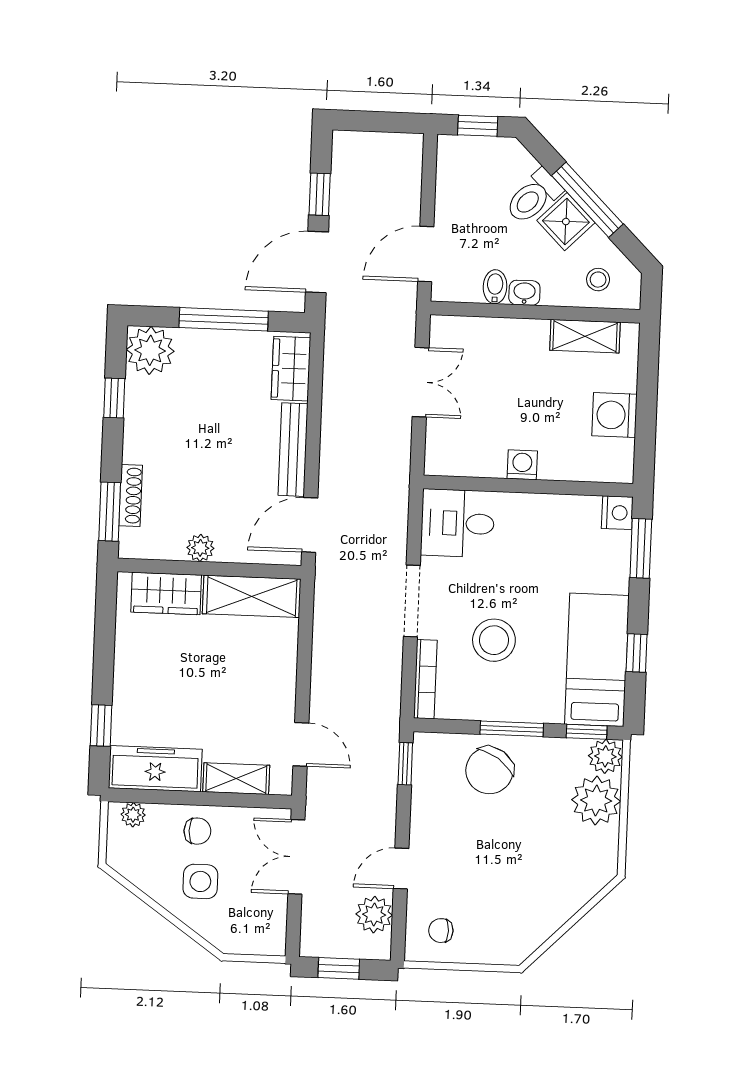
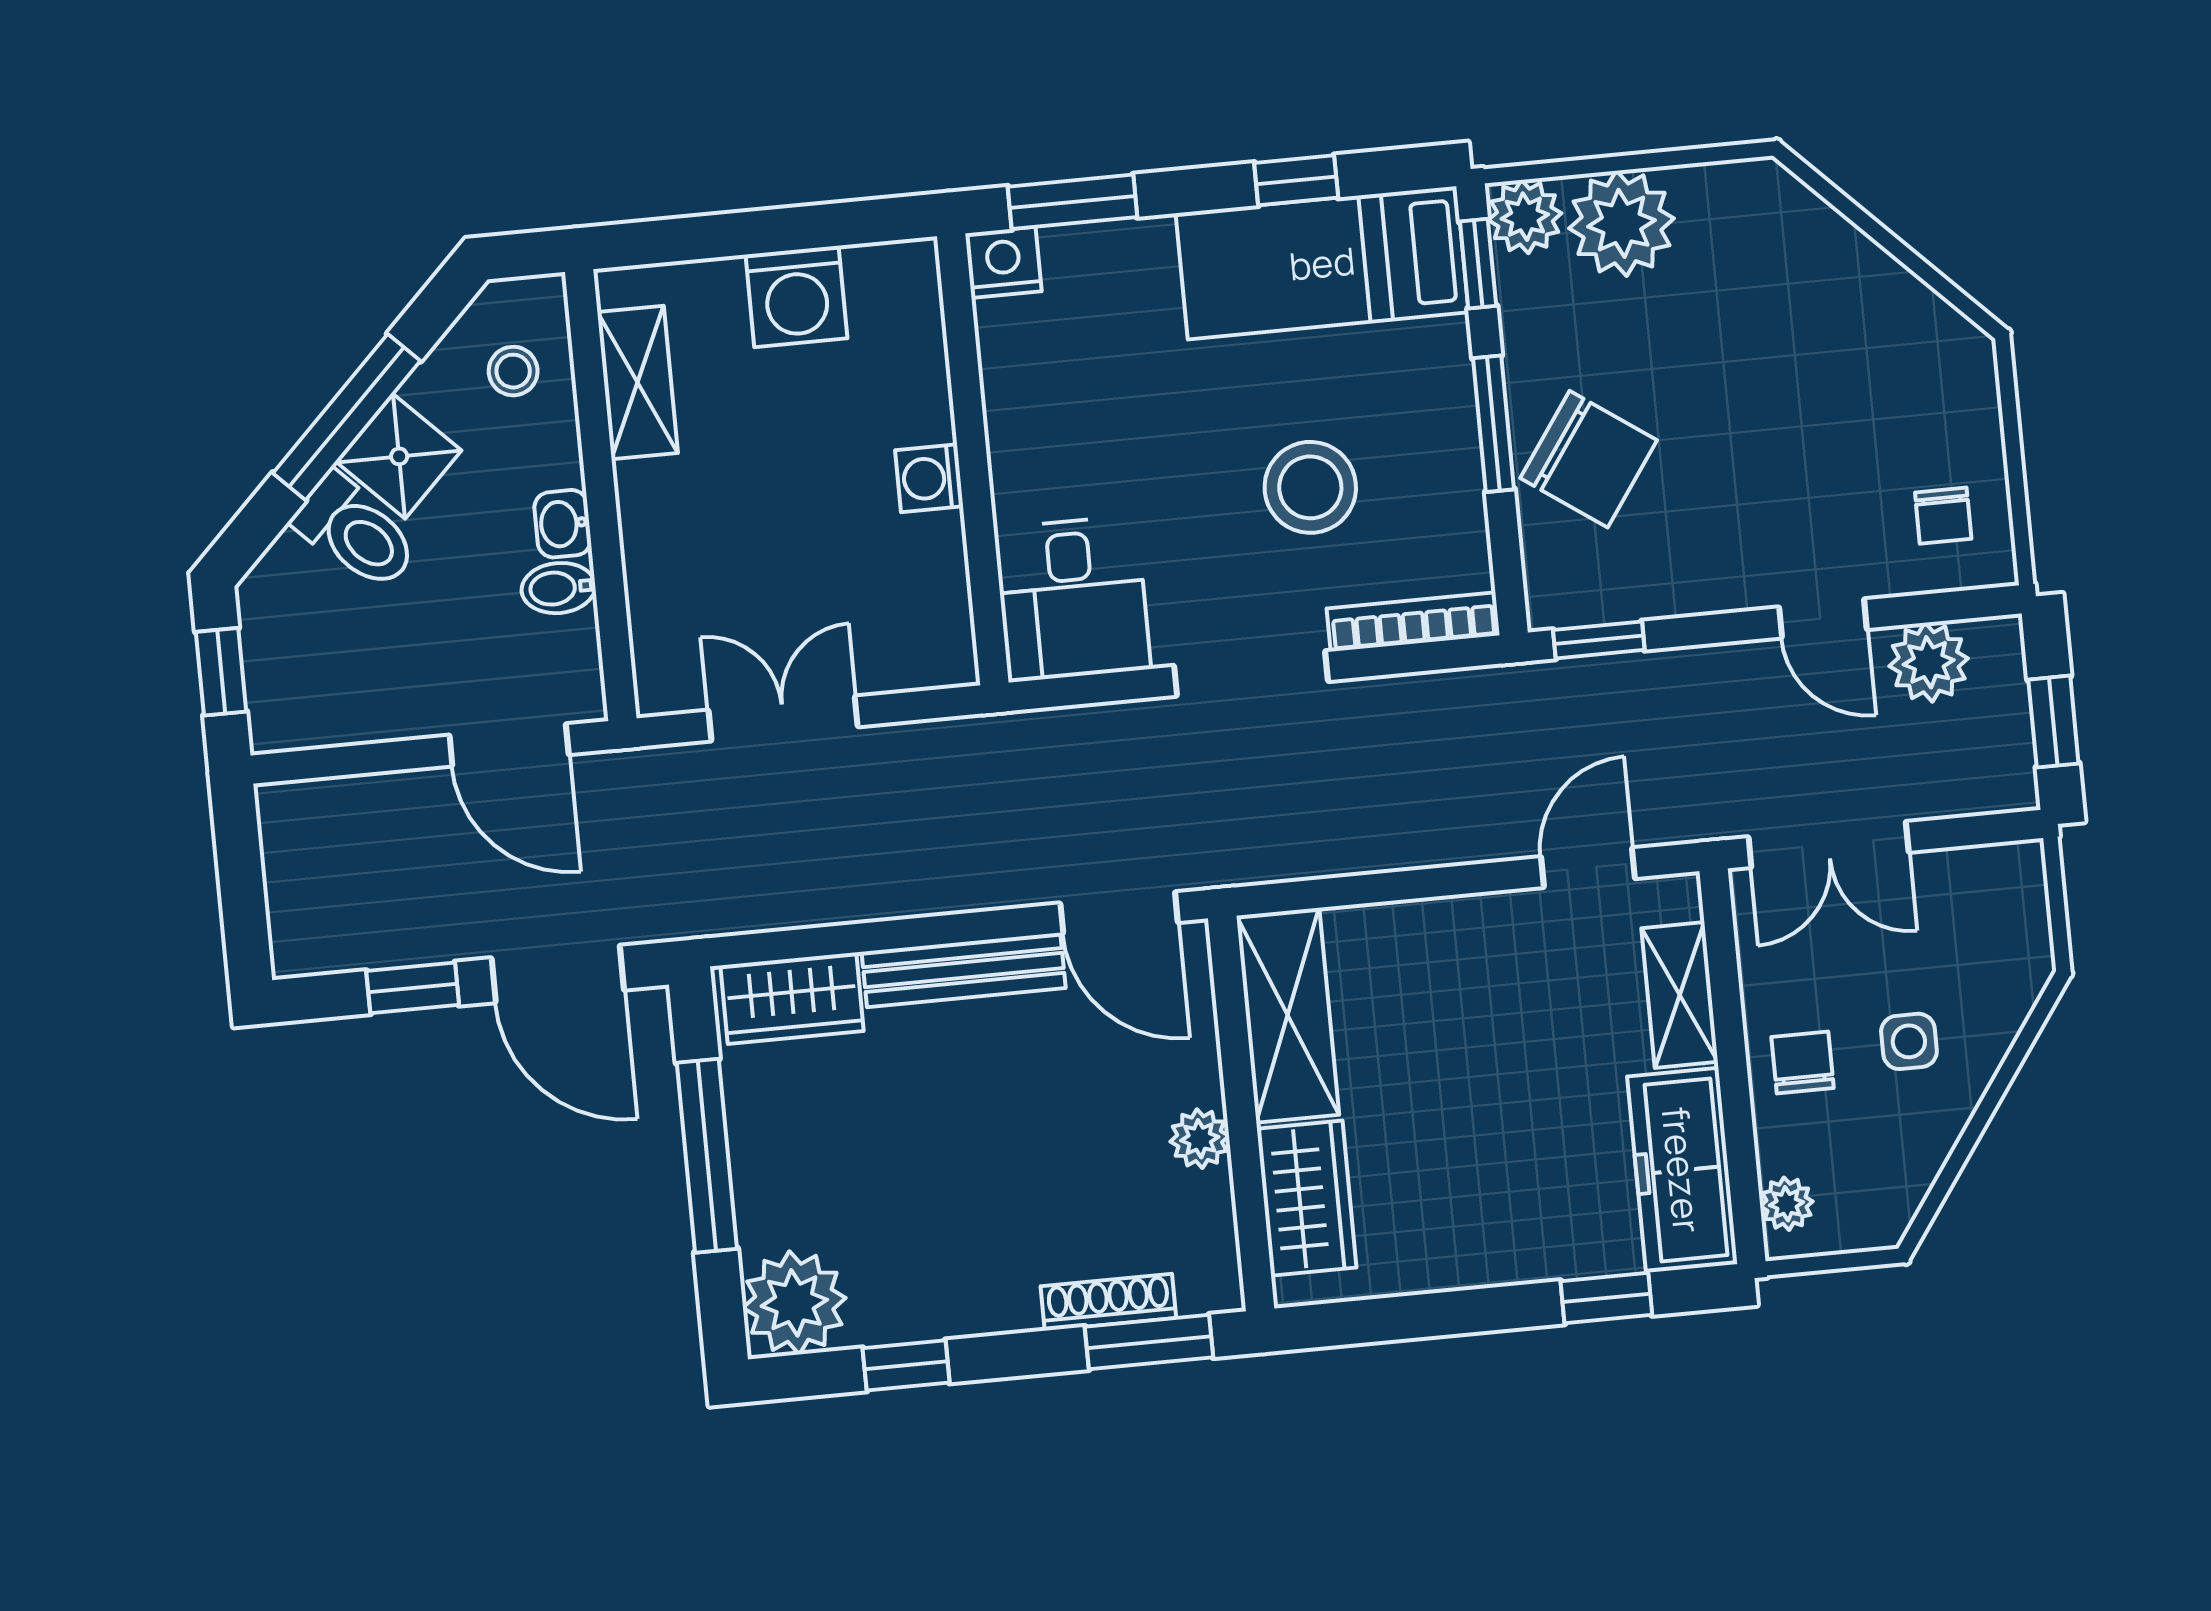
side table: (200, 881) -> (1909, 1041), width x0.73, depth x0.73

